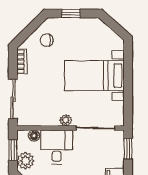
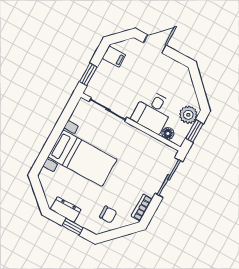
dresser: (85, 25) -> (66, 210), added
plant: (66, 120) -> (131, 132), removed

